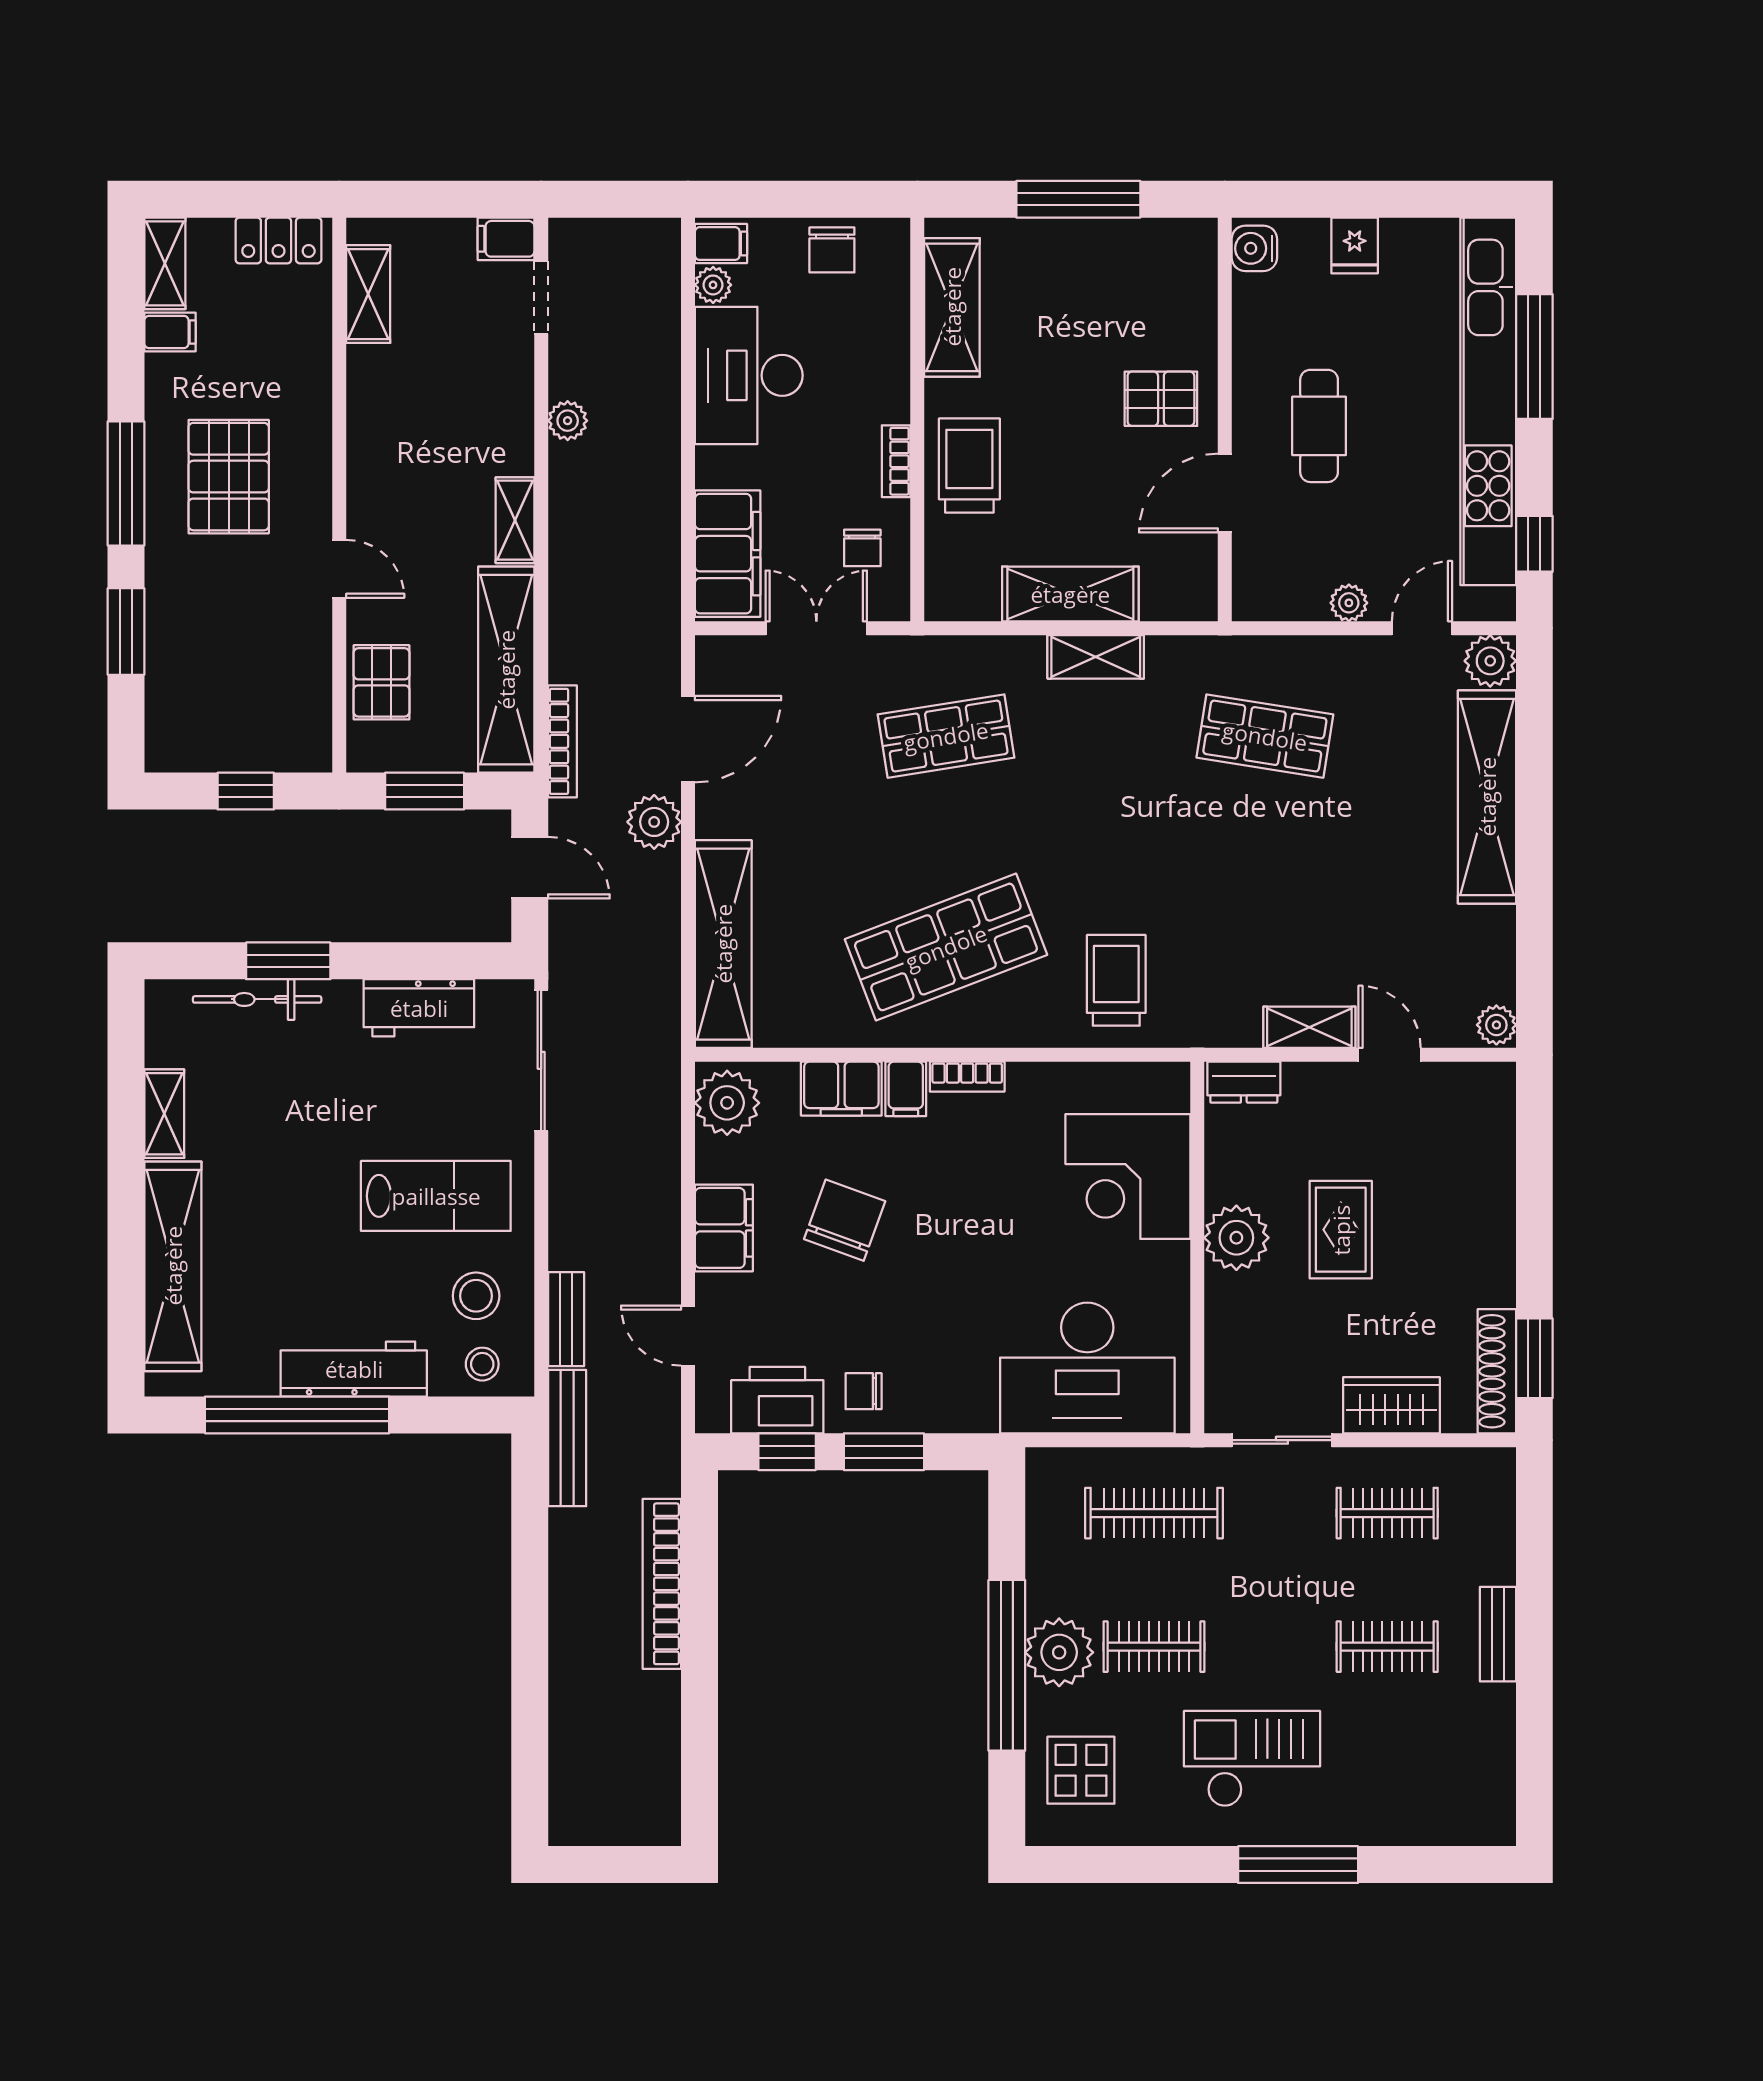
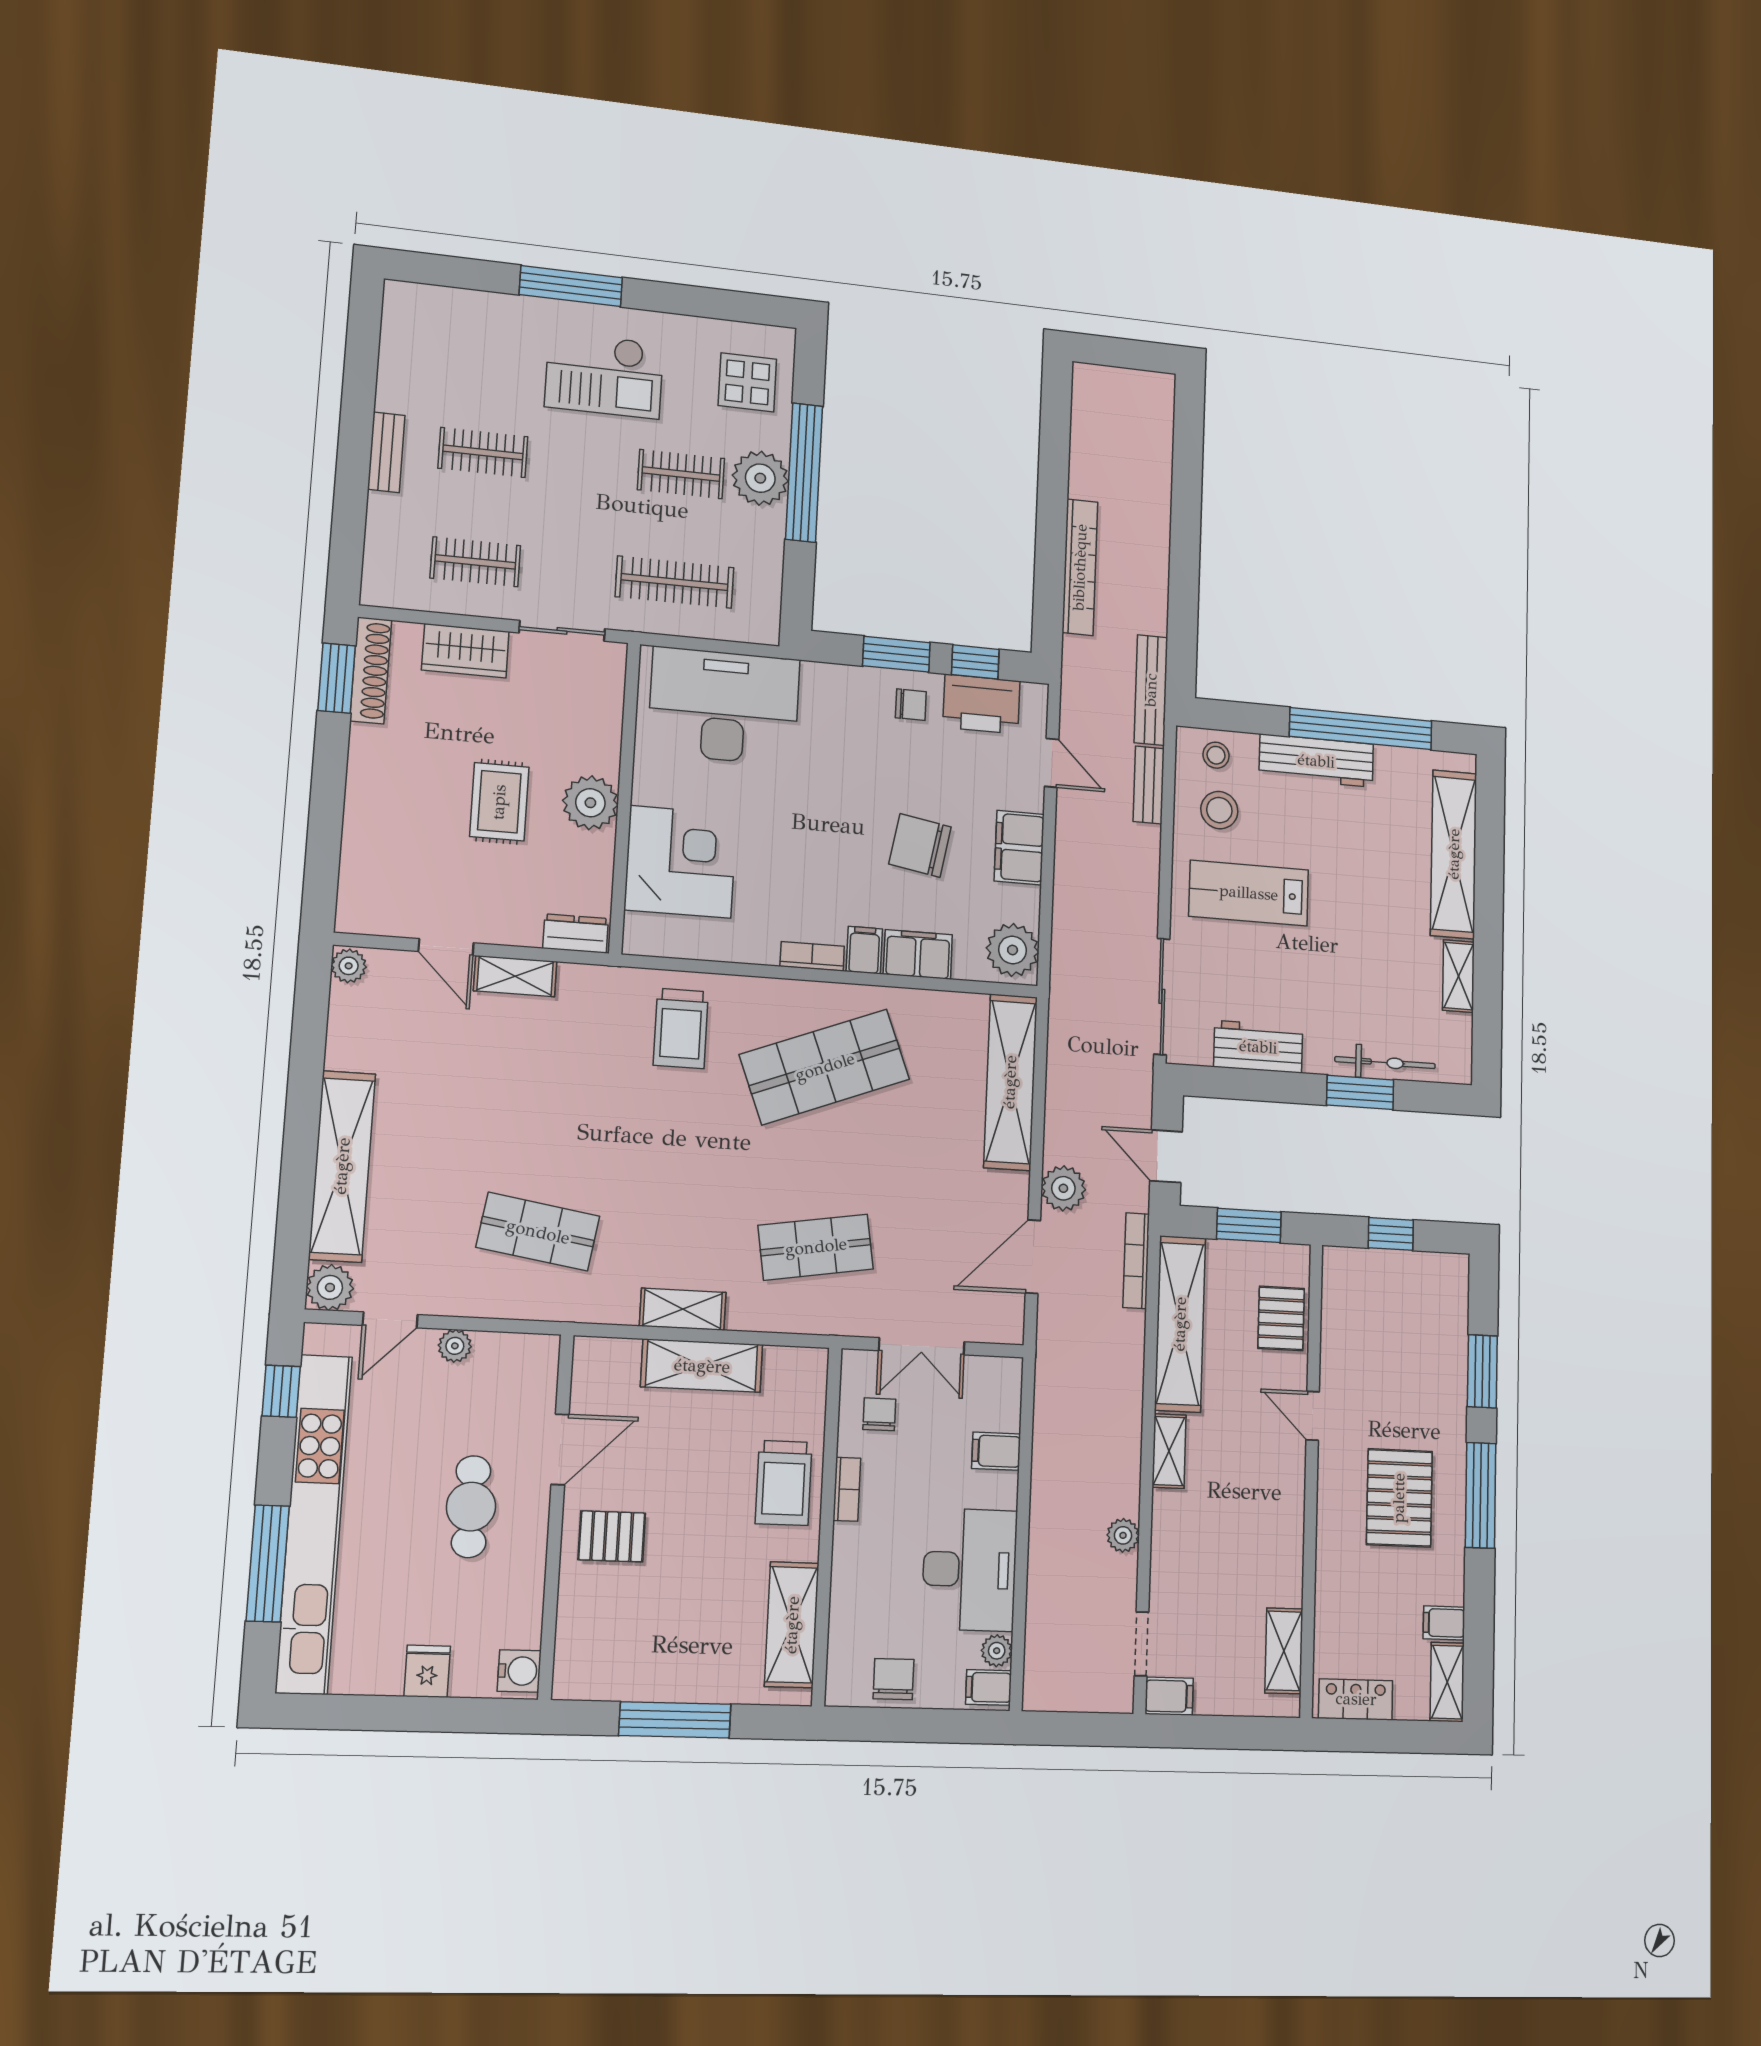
filing cabinet: (728, 554) -> (996, 1451), width x0.33, depth x0.86
chair: (845, 1220) -> (920, 846), turned 80

